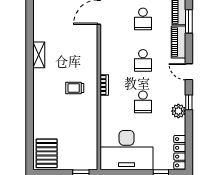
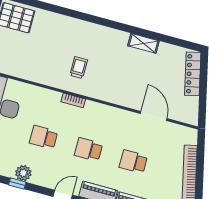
shelving: (39, 55) -> (143, 43), moved
window: (189, 102) -> (17, 183), moved

